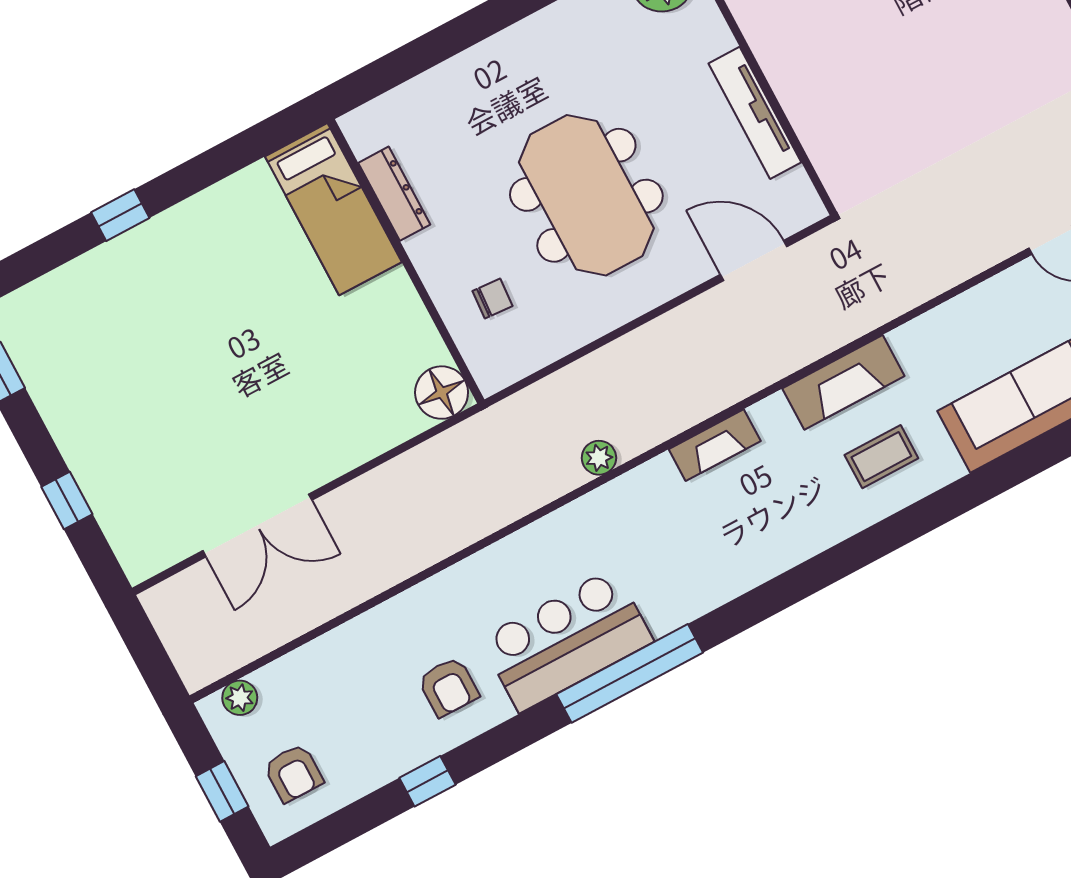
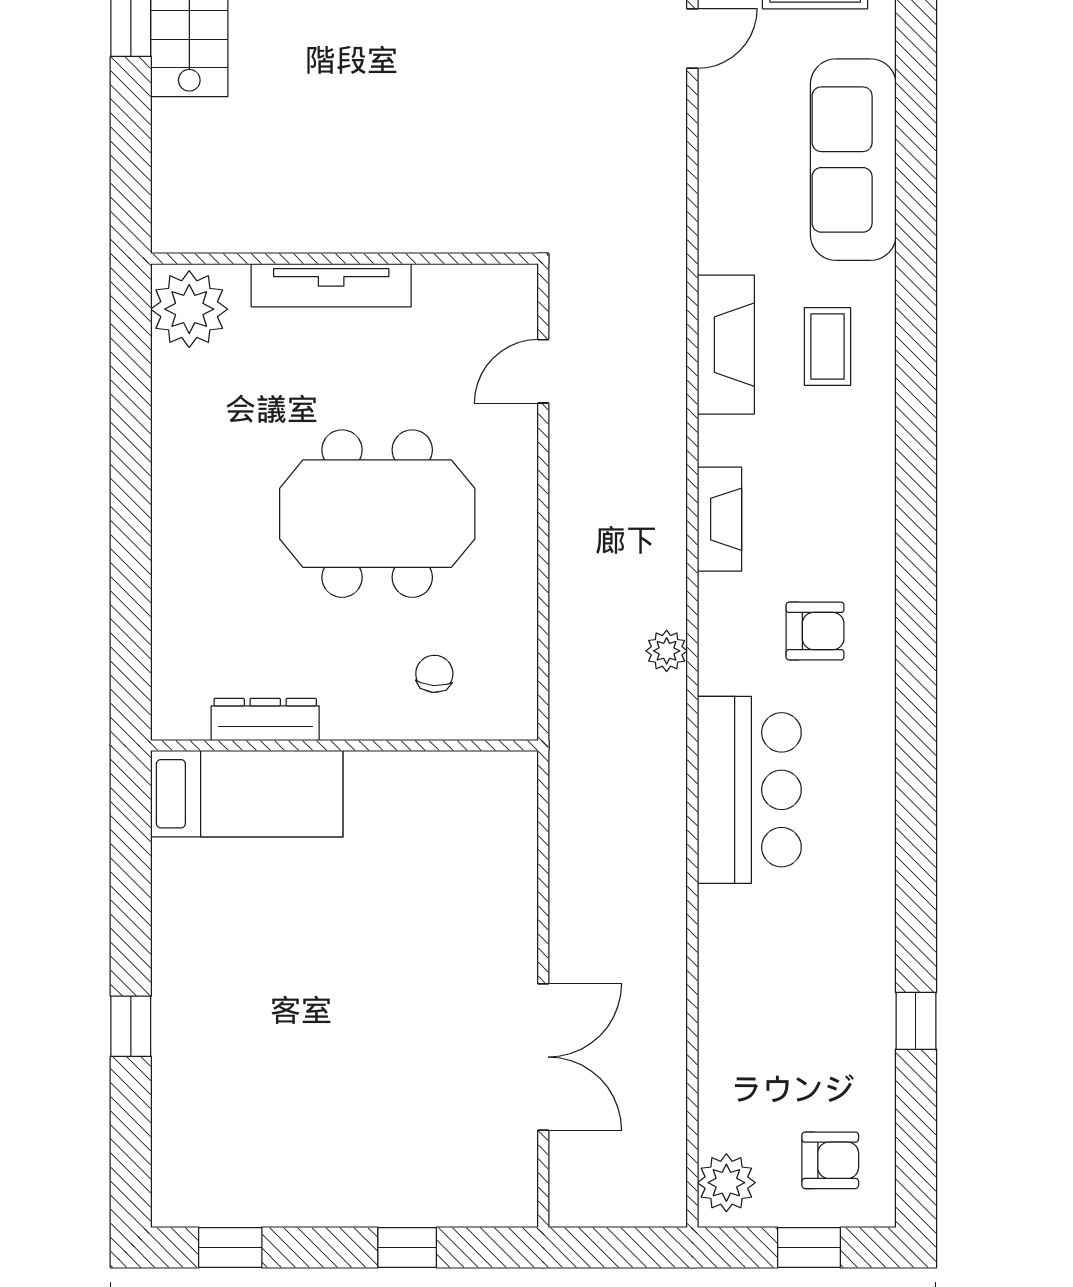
tv unit: (755, 113) -> (331, 285), moved
door: (754, 260) -> (543, 371), width x0.73
floor lamp: (442, 393) -> (506, 783), removed
bar counter: (567, 640) -> (749, 790), moved, turned 180
window: (630, 673) -> (916, 742), removed
armchair: (448, 687) -> (815, 631), moved
plant: (240, 698) -> (726, 1183), width x1.38, depth x1.38

